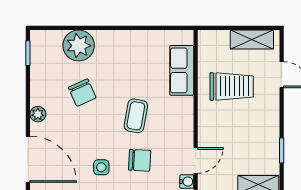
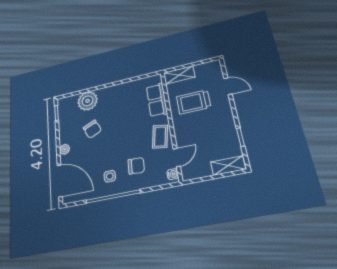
shelving: (252, 40) -> (179, 75), moved
trolley: (232, 86) -> (193, 102), turned 180
coffee table: (136, 116) -> (160, 137), moved

